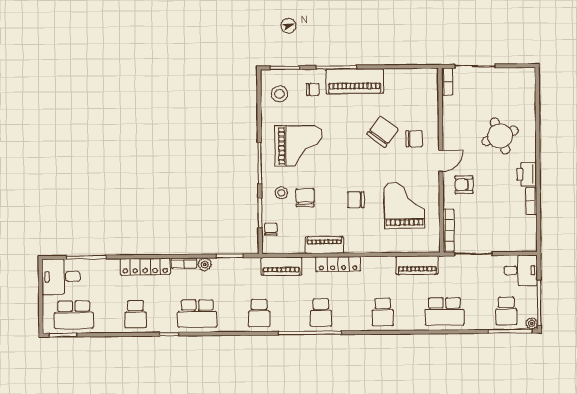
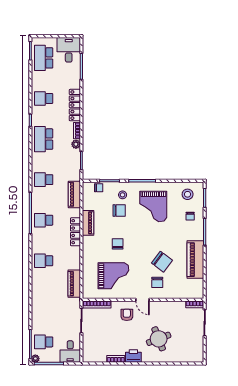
piano: (355, 81) -> (195, 260), moved
school desk: (444, 311) -> (44, 301), removed

